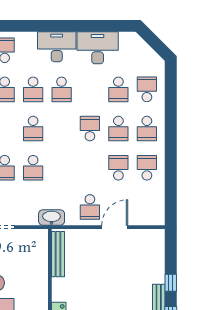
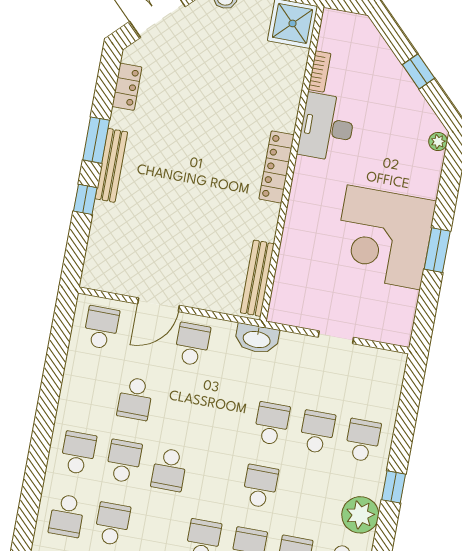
school desk: (147, 168) -> (101, 328), moved, turned 180

